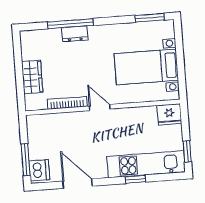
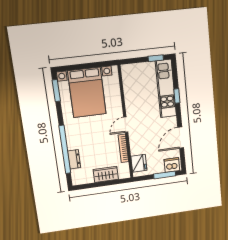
window: (70, 24) -> (65, 150), width x1.46
dresser: (75, 34) -> (74, 159), moved
bed with nightstands: (146, 67) -> (87, 92), width x1.36
fridge: (169, 114) -> (139, 163), moved

